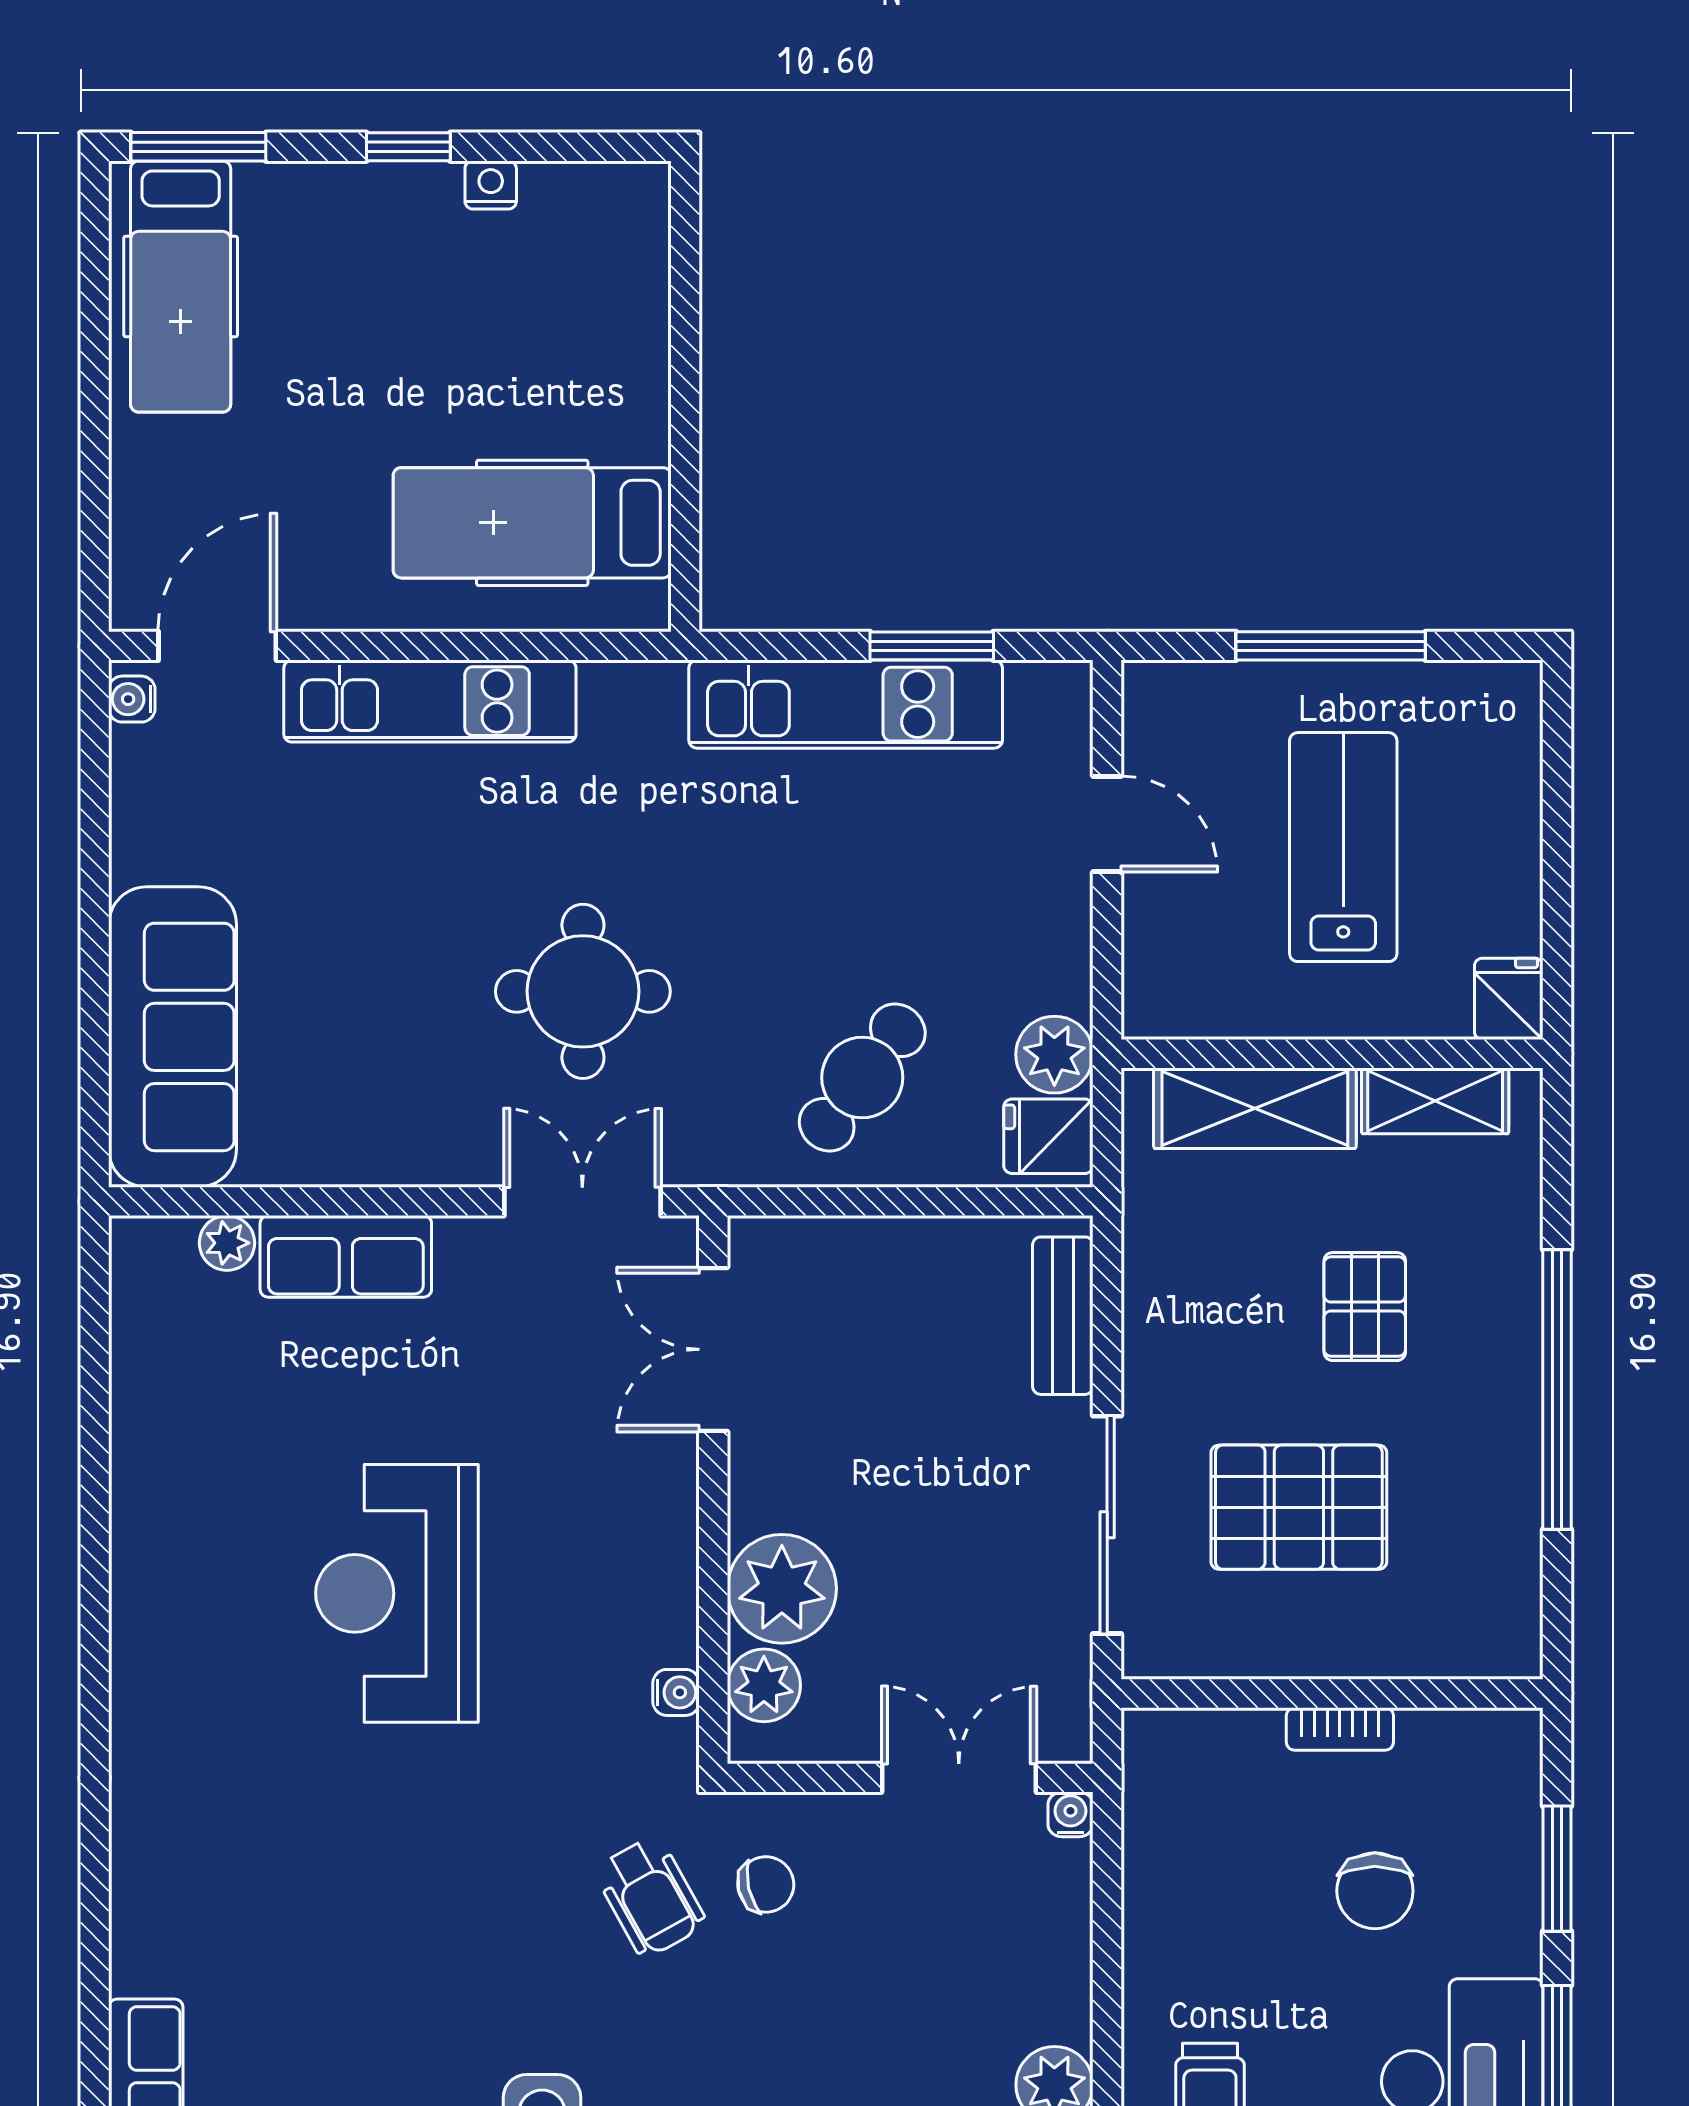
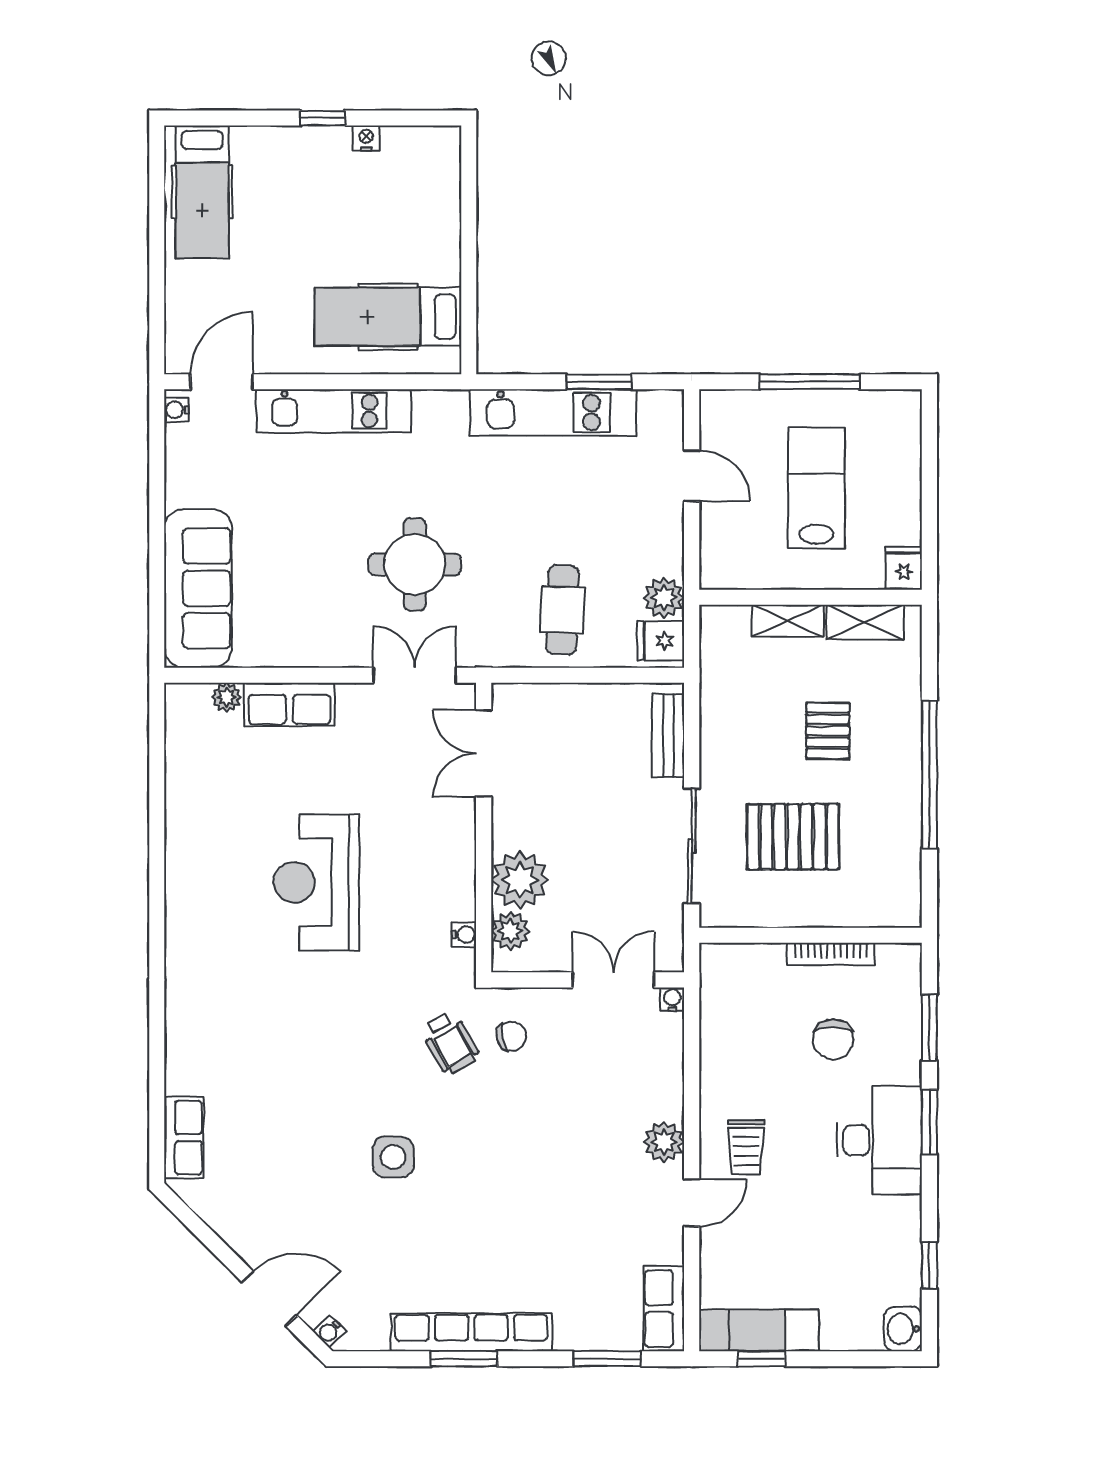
window: (198, 147) -> (212, 118), removed
cafe table: (862, 1078) -> (562, 610), turned -35
shelving: (1255, 1108) -> (788, 621), width x0.67, depth x0.75
bookcase: (1340, 1729) -> (831, 954), width x1.56

